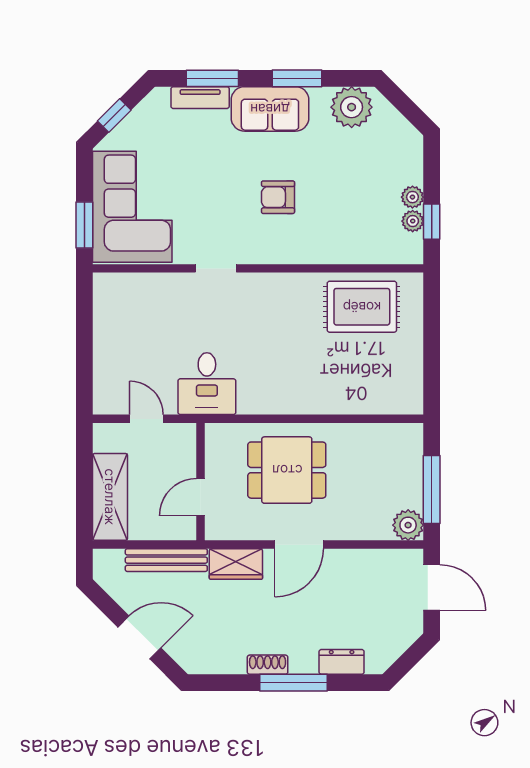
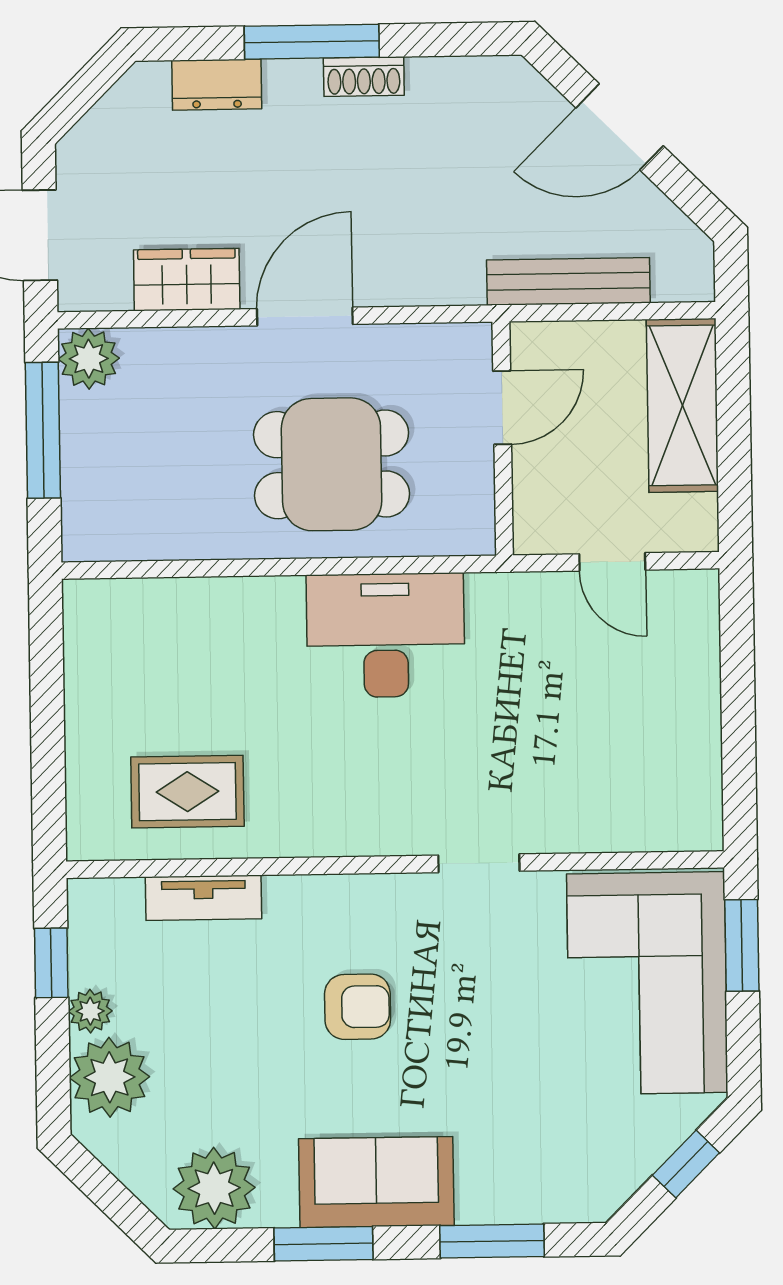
tv unit: (200, 98) -> (204, 898), moved, turned 180
plant: (413, 221) -> (109, 1077), moved, width x1.87, depth x1.87
rug: (362, 307) -> (187, 792), width x0.73, depth x0.70
desk: (207, 384) -> (386, 635), moved, width x1.37
wardrobe: (236, 564) -> (187, 280), moved

